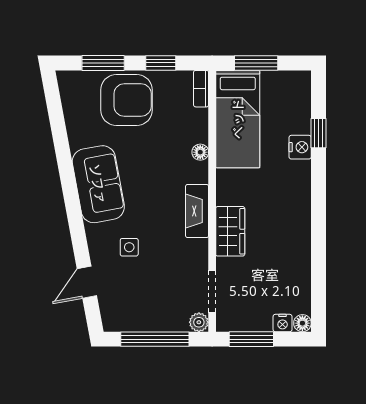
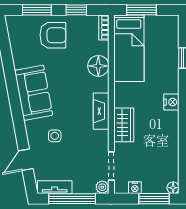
armchair: (127, 100) -> (53, 35), width x0.73, depth x0.73
nightstand: (300, 147) -> (171, 102), moved
floor lamp: (200, 152) -> (98, 66), width x1.89, depth x1.89
tv unit: (129, 322) -> (55, 187), added
nightstand: (283, 323) -> (135, 188), moved
window: (251, 339) -> (154, 199), moved

